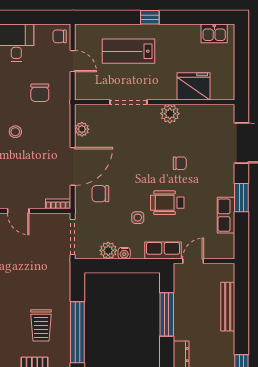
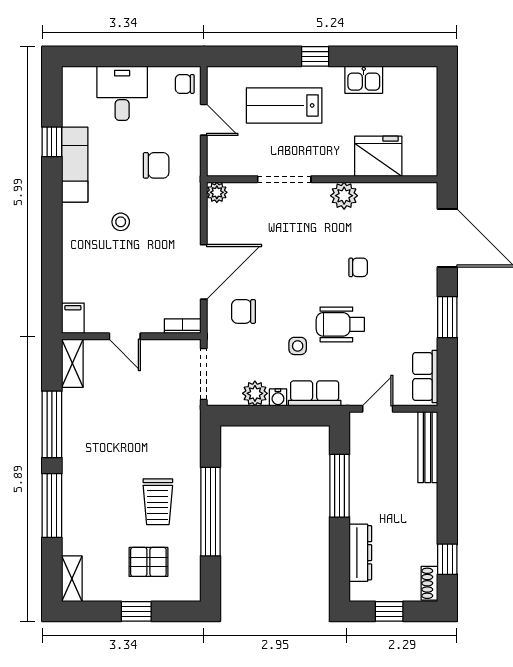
kitchen sink: (214, 33) -> (364, 80), moved
chair: (40, 93) -> (156, 165), turned -90
plant: (82, 129) -> (217, 192), moved
row of seats: (226, 215) -> (425, 377), moved
row of seats: (163, 250) -> (315, 393), moved
bench: (228, 307) -> (428, 447), moved

